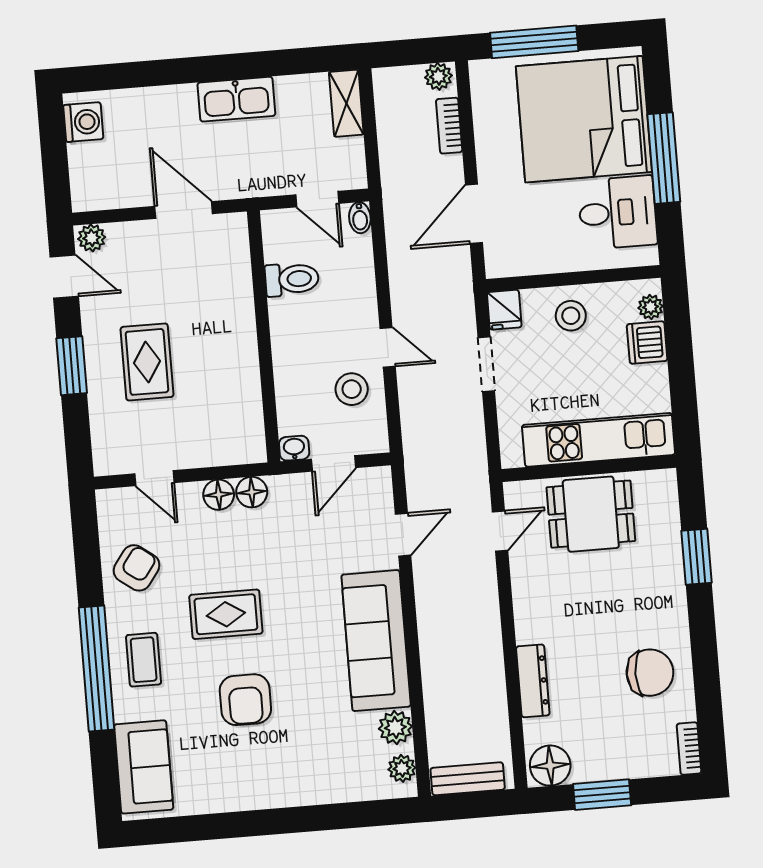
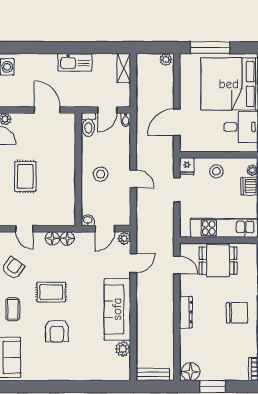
bookcase: (449, 126) -> (169, 82), removed
door: (317, 199) -> (107, 110), hinge flipped
toilet: (292, 279) -> (88, 125), moved, turned 90
stool: (352, 389) -> (101, 174), moved
door: (500, 531) -> (177, 265), hinge flipped
chair: (650, 673) -> (237, 313), moved
dresser: (533, 681) -> (186, 312), moved
plant: (402, 768) -> (124, 238), moved

